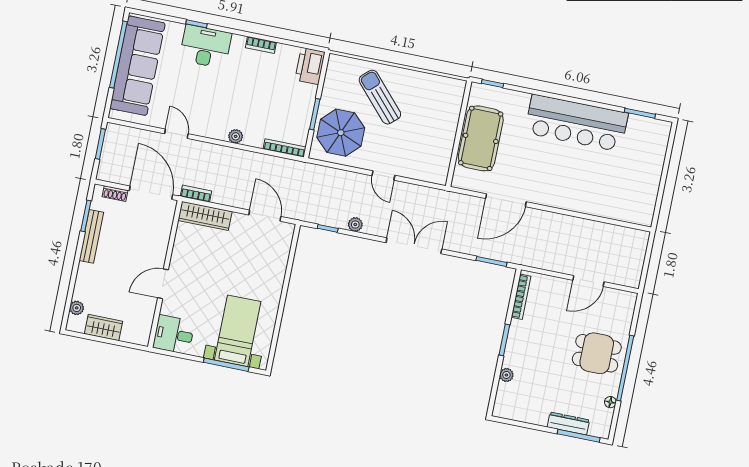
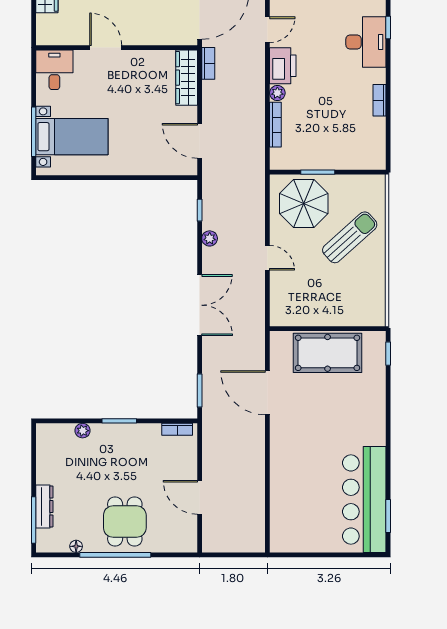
printer: (310, 66) -> (283, 66), moved, turned 90
bar counter: (576, 123) -> (364, 500), moved
bookcase: (285, 148) -> (275, 125), moved
door: (383, 176) -> (267, 258), swing flipped
door: (265, 216) -> (200, 141), swing flipped
bookcase: (521, 297) -> (177, 429), width x0.64

